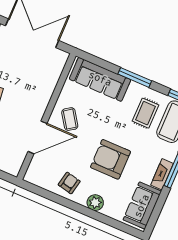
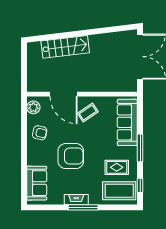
armchair: (110, 159) -> (71, 156), turned 90
plant: (95, 203) -> (33, 107), moved
sofa: (142, 206) -> (37, 183), moved, turned 90

